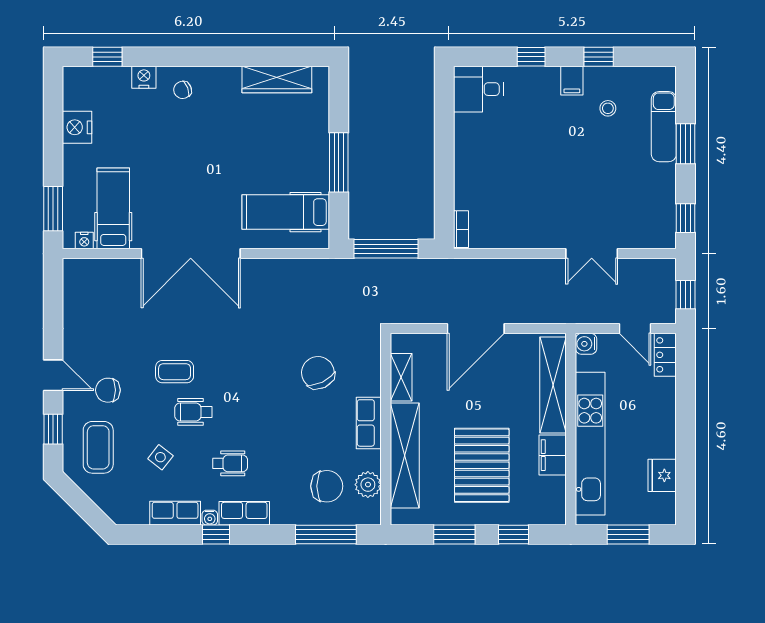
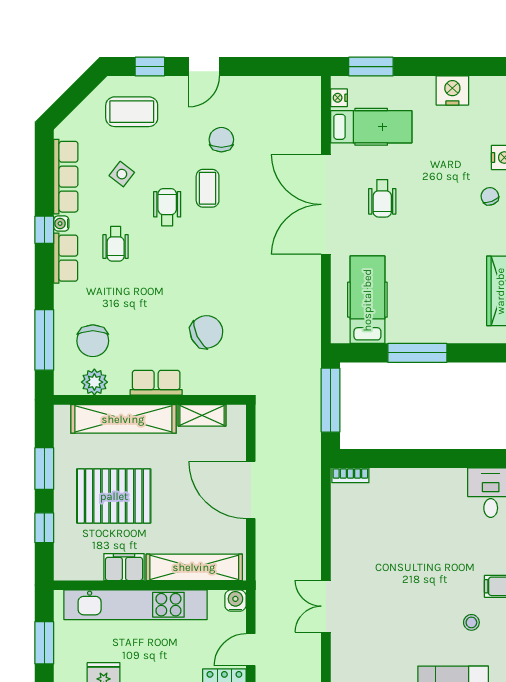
wheelchair: (185, 197) -> (382, 198), added
chair: (108, 390) -> (221, 140), moved
row of seats: (175, 513) -> (66, 177), width x1.48

